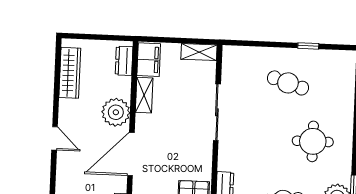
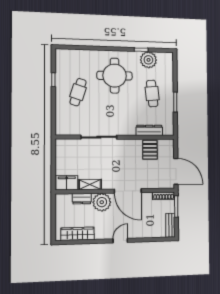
shelving: (199, 52) -> (60, 150), removed
dresser: (124, 61) -> (82, 199), moved
round table: (313, 141) -> (115, 76), width x1.36, depth x1.36

